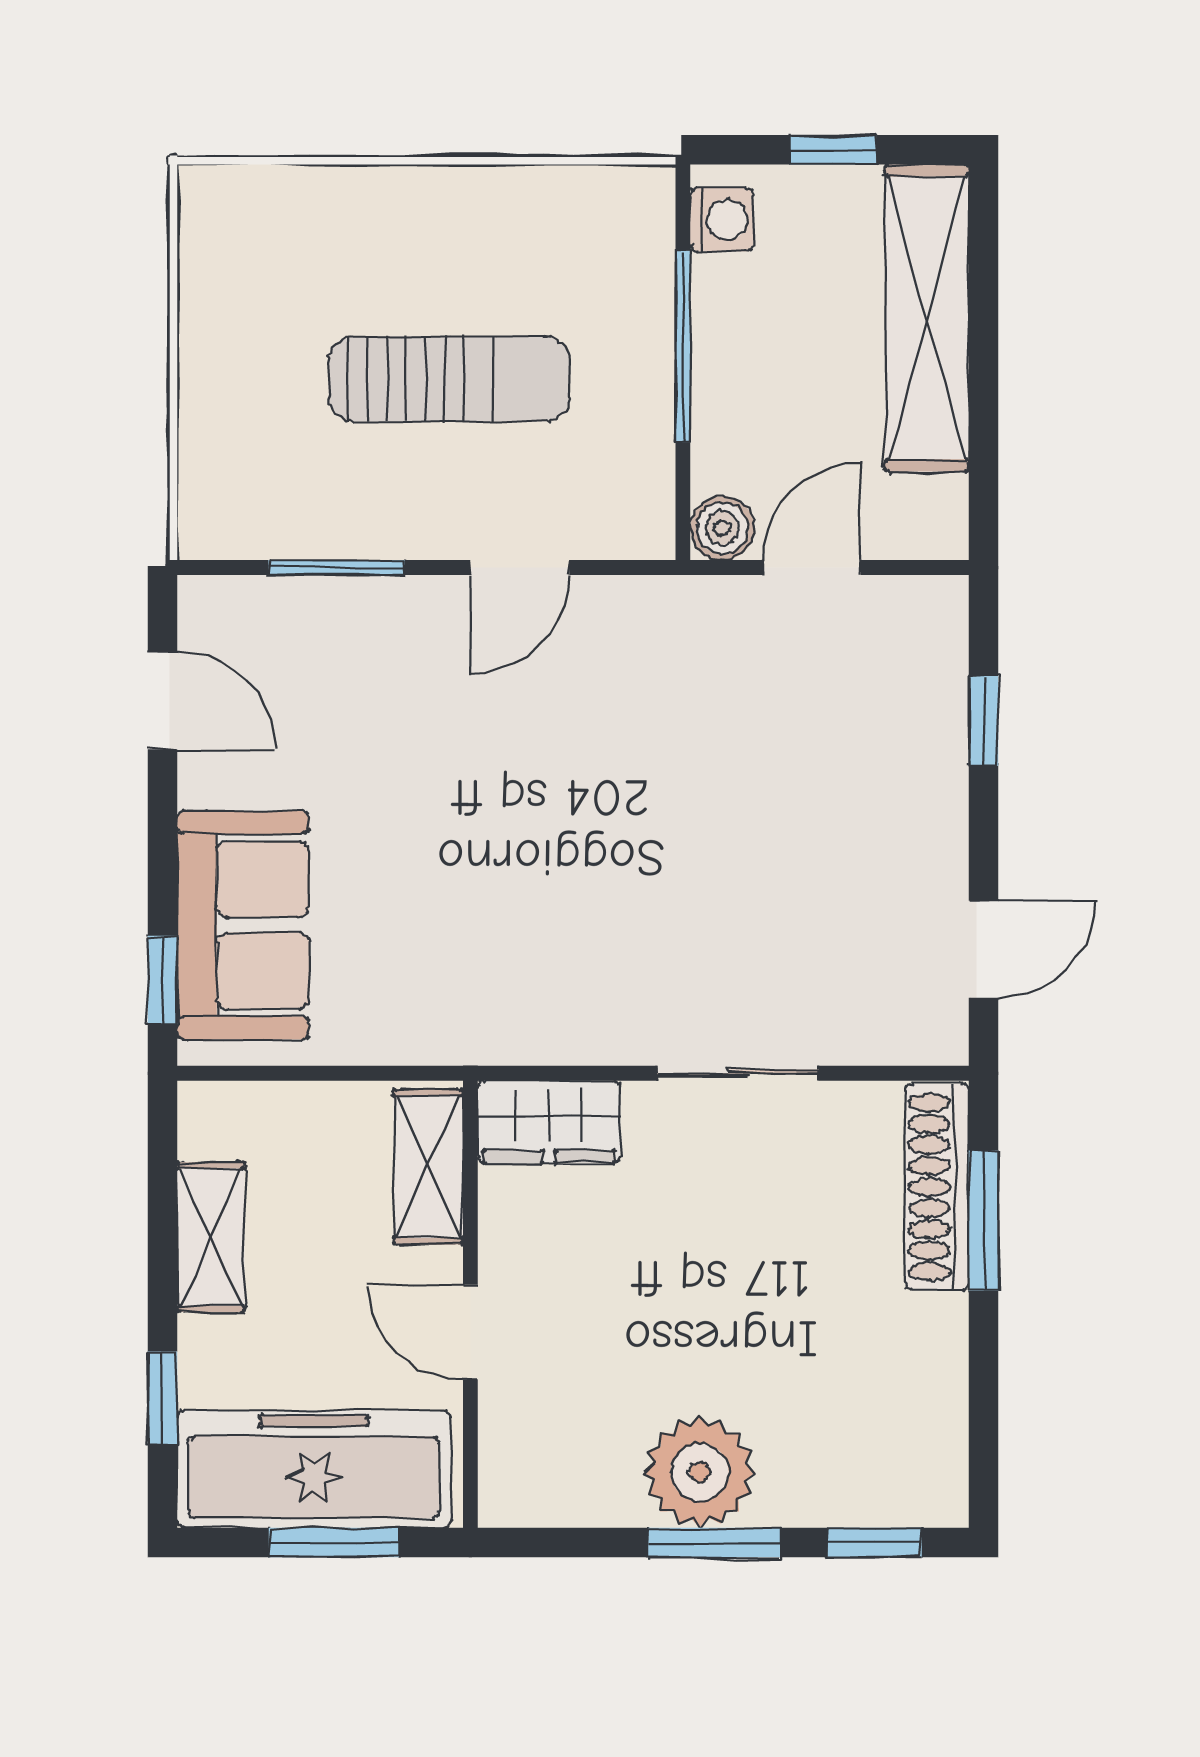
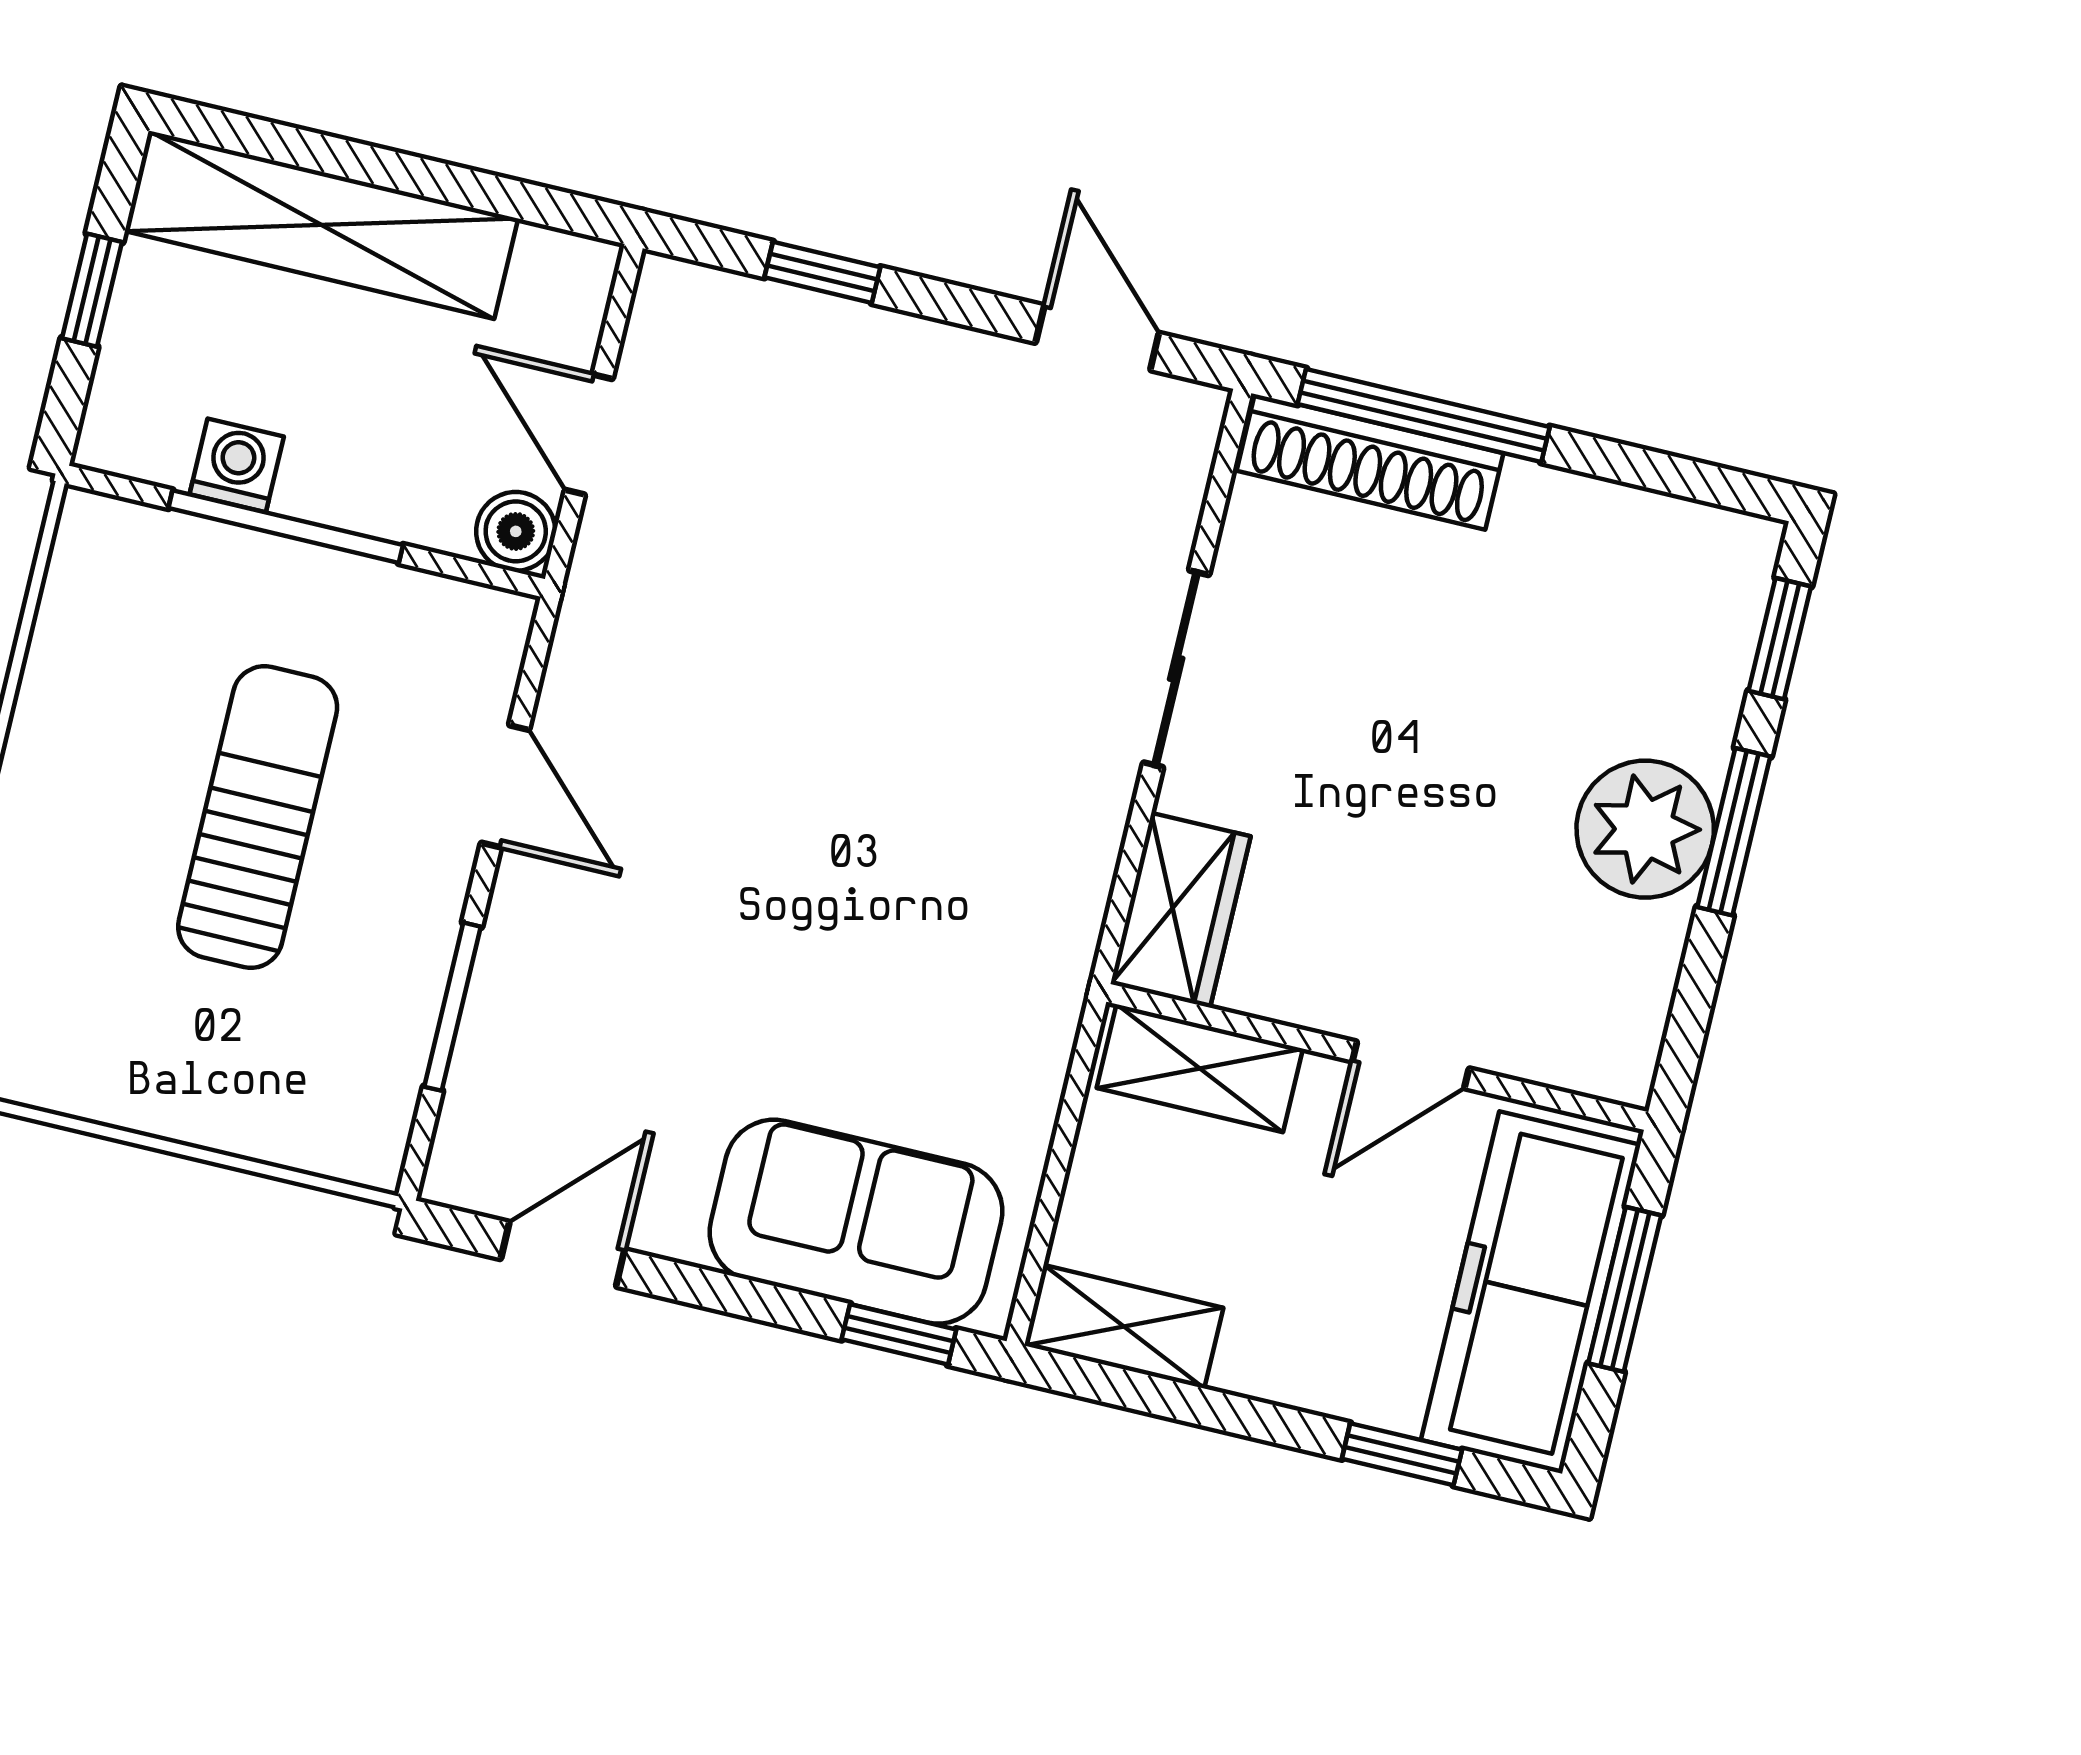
washing machine: (722, 220) -> (237, 465), moved
window: (983, 1221) -> (1424, 416), width x1.44
shelving: (211, 1237) -> (1124, 1327), moved

